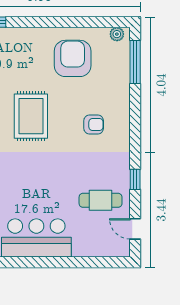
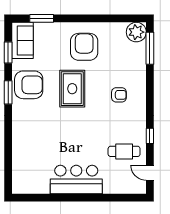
plant: (117, 34) -> (136, 32), width x1.87, depth x1.87
armchair: (73, 58) -> (84, 47), moved

